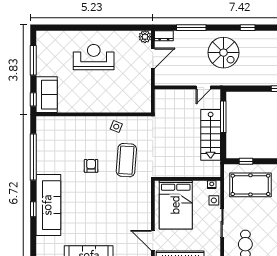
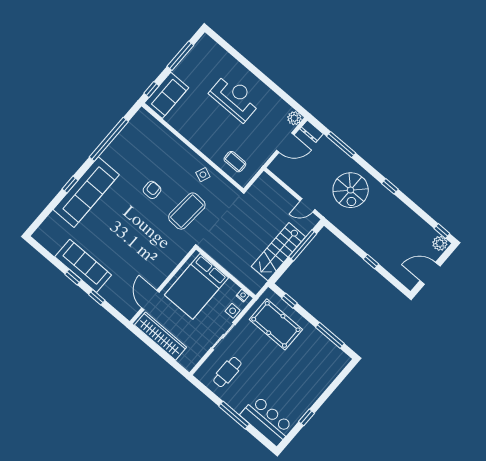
coffee table: (130, 100) -> (235, 162), added

